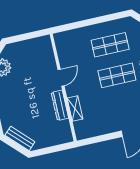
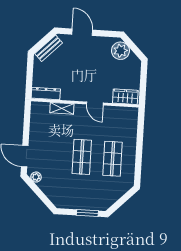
wardrobe: (46, 50) -> (125, 97), added
dresser: (60, 105) -> (46, 94), moved

